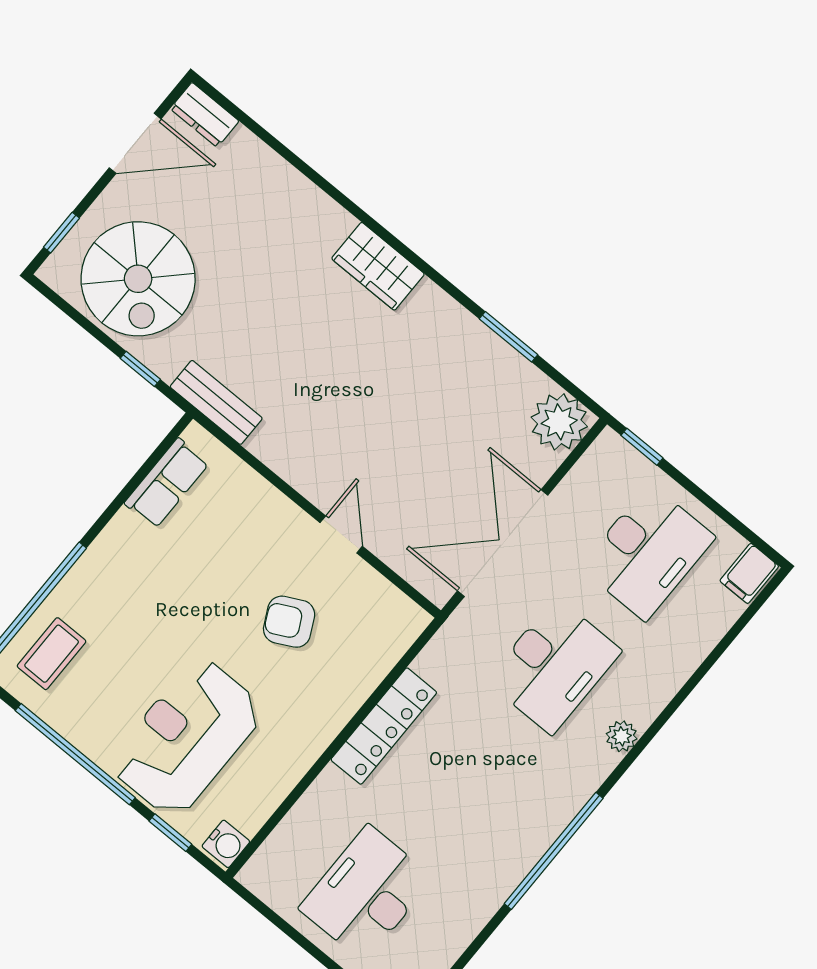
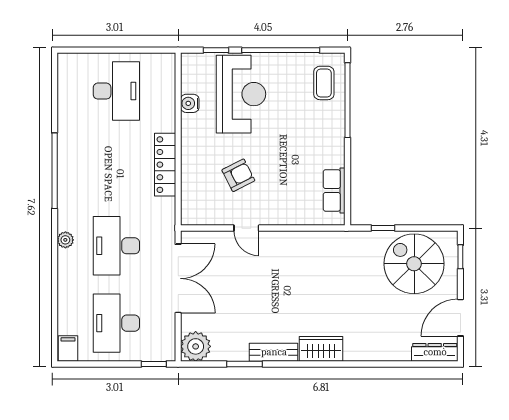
dresser: (205, 115) -> (435, 352), width x1.44
bench: (216, 402) -> (274, 352), moved
water cooler: (226, 844) -> (190, 103), moved

